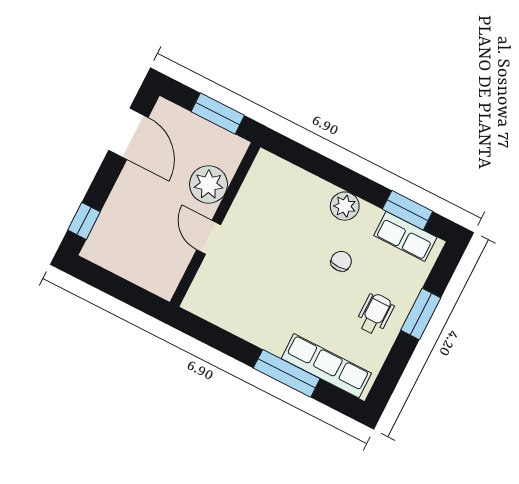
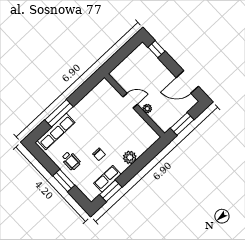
plant: (209, 184) -> (147, 109), width x0.53, depth x0.53
plant: (345, 206) -> (130, 157), moved
row of seats: (405, 236) -> (107, 179), moved

